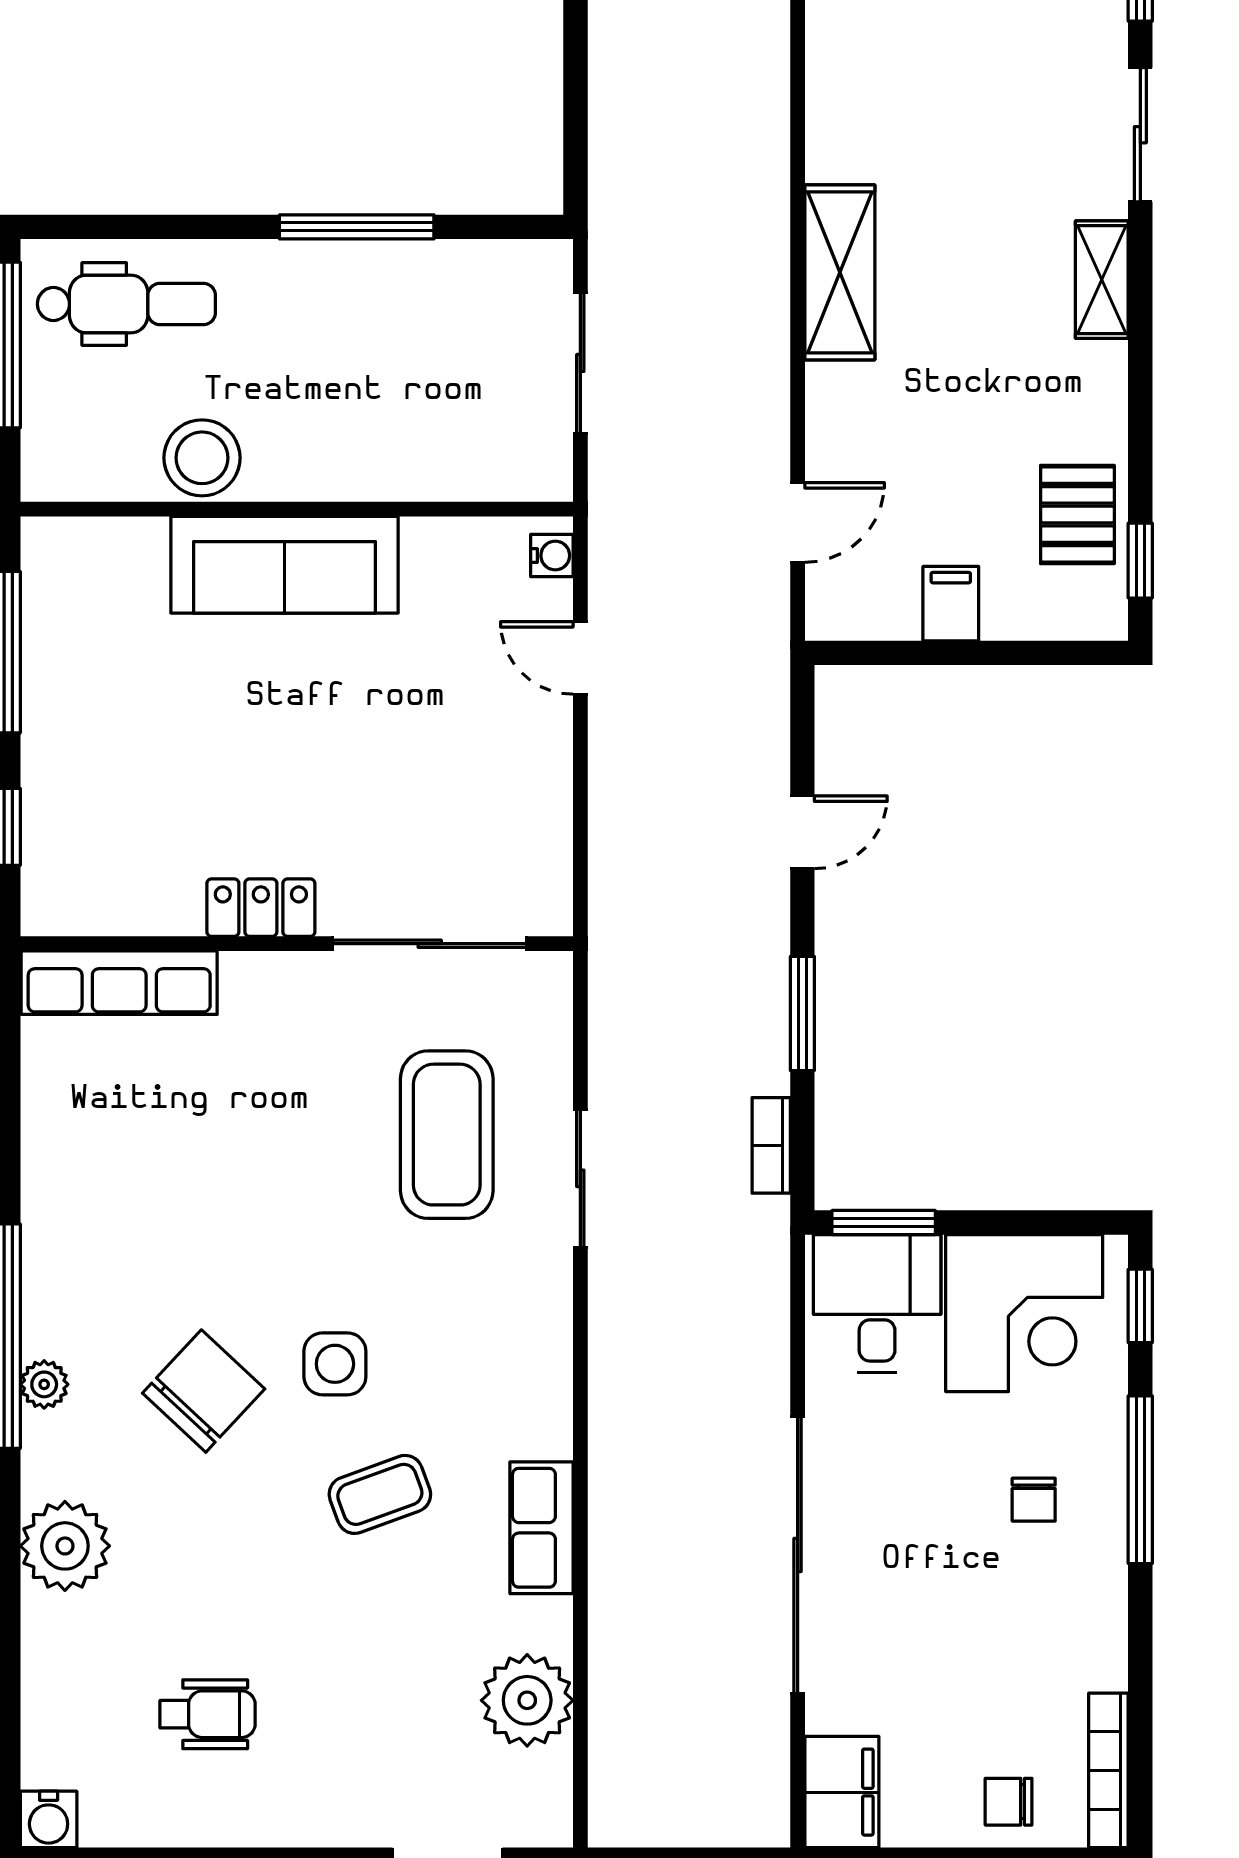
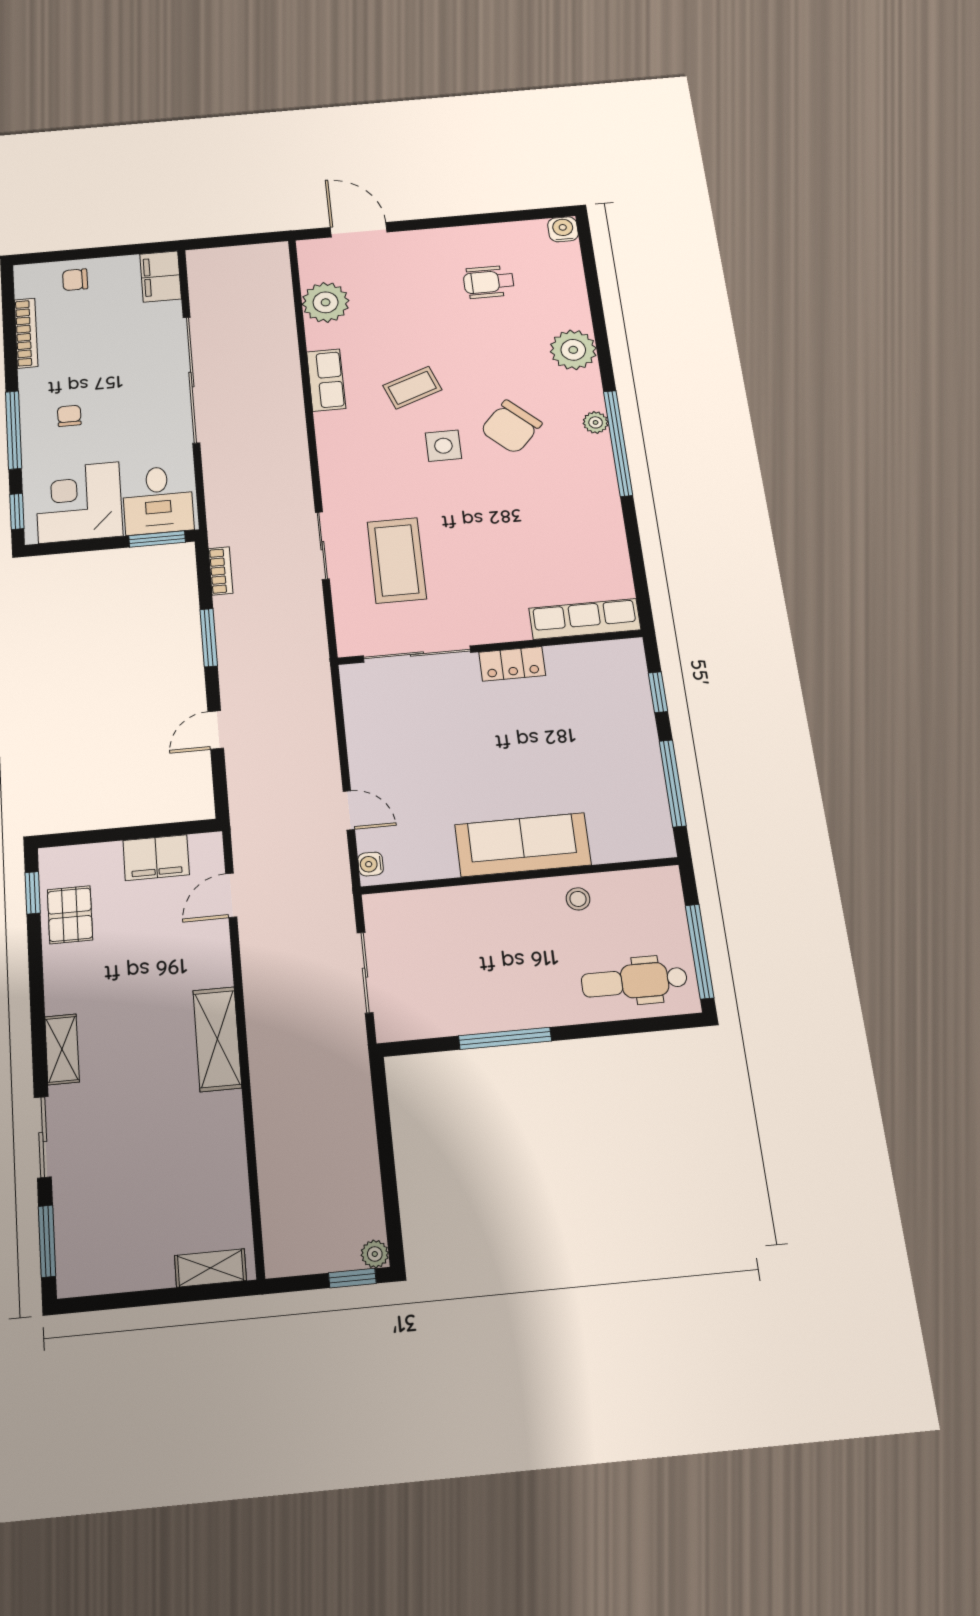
stool: (202, 458) -> (578, 899), width x0.53, depth x0.53
filing cabinet: (951, 604) -> (156, 858), width x2.00
bookcase: (1108, 1770) -> (26, 333), moved
chair: (1009, 1802) -> (75, 280), turned 180

